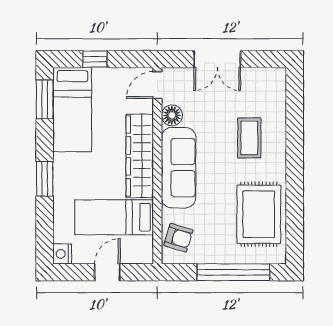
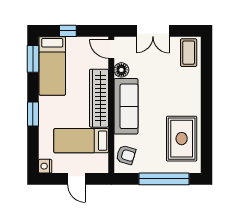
door: (157, 85) -> (111, 49), hinge flipped
coffee table: (249, 138) -> (189, 53), moved
door: (107, 272) -> (76, 179), swing flipped

